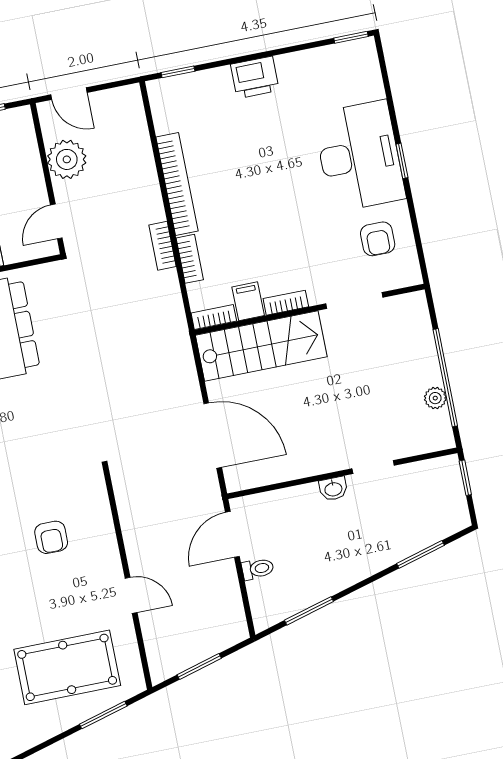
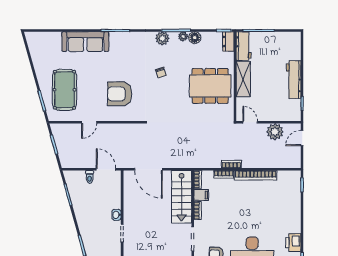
printer: (255, 77) -> (293, 243), moved
door: (213, 436) -> (149, 169), hinge flipped
armchair: (51, 537) -> (120, 94), width x1.88, depth x1.88

